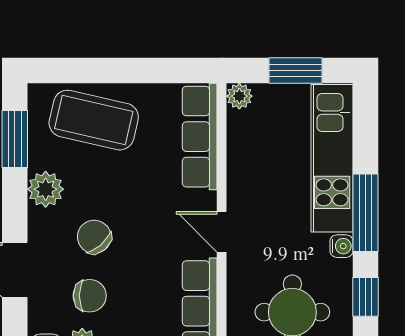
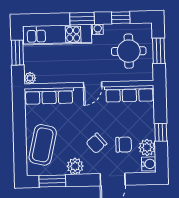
window: (365, 213) -> (82, 19), width x0.69
chair: (90, 296) -> (124, 145), turned 90

